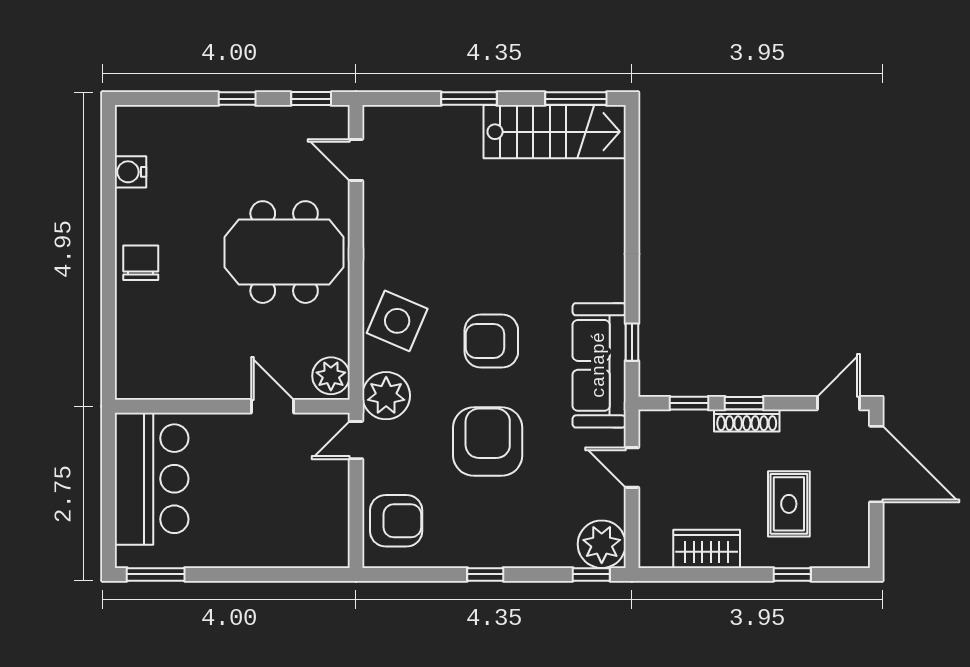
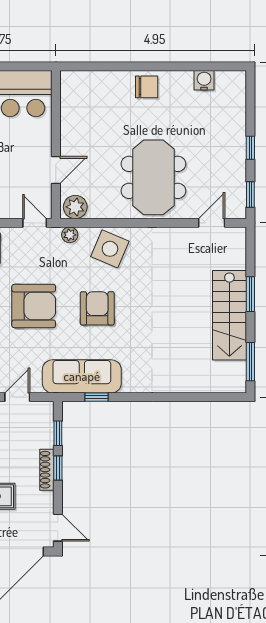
stairs: (555, 132) -> (229, 315), moved
plant: (386, 396) -> (70, 235), width x0.53, depth x0.53

